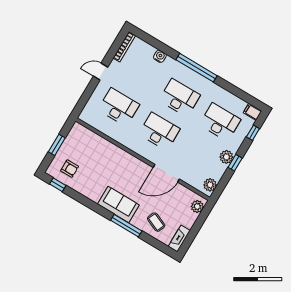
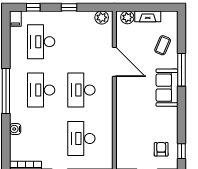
plant: (226, 157) -> (69, 18), removed
fireplace: (179, 238) -> (148, 16), moved

